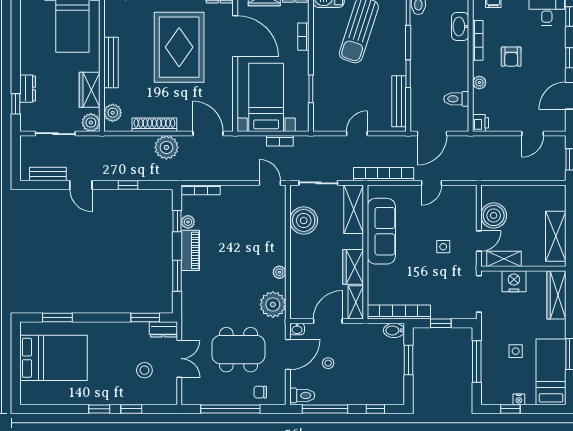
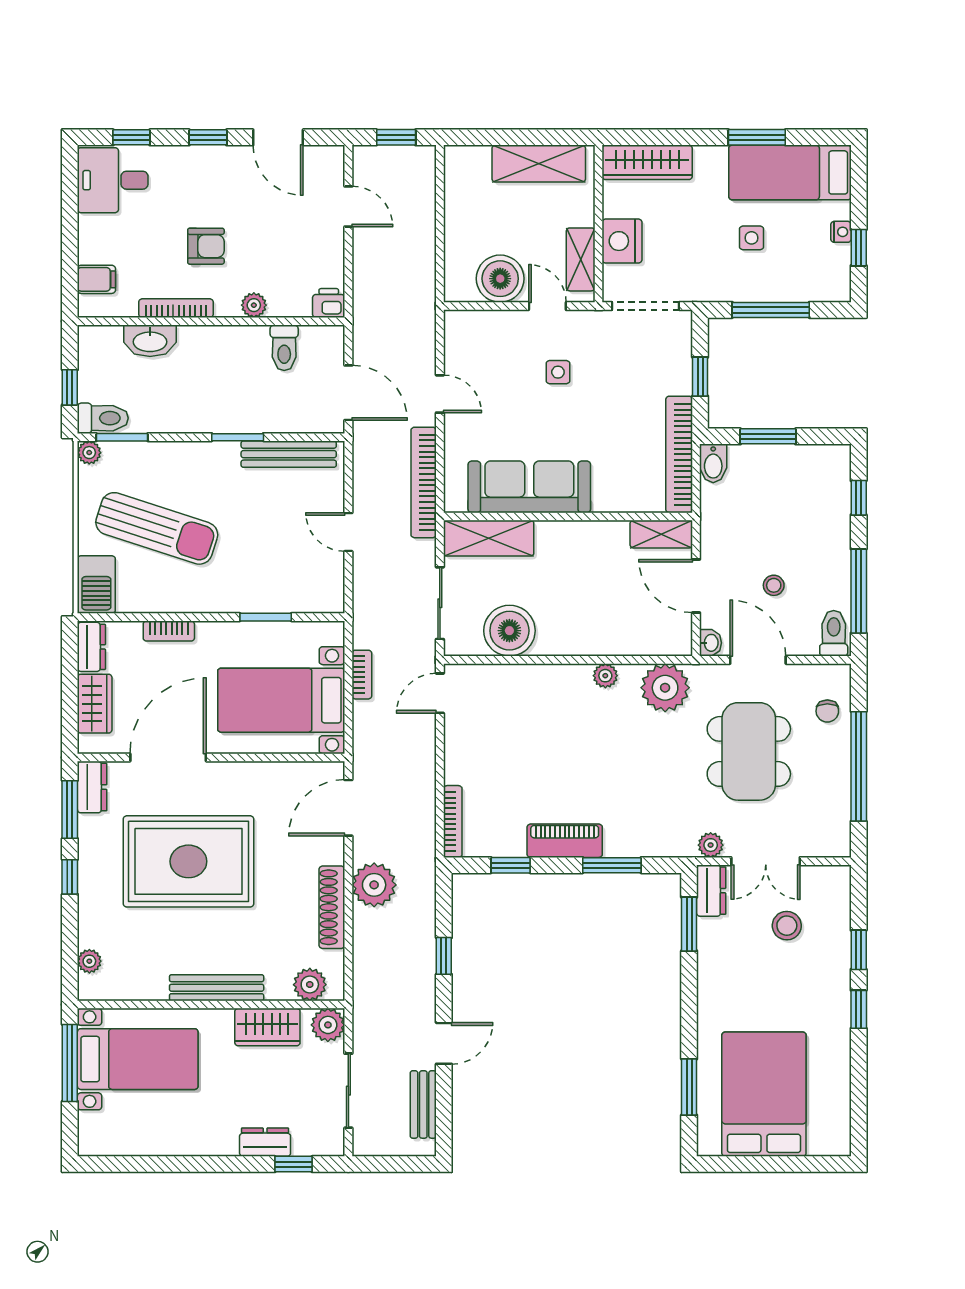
plant: (188, 222) -> (711, 845), moved
wardrobe: (353, 267) -> (595, 539), removed
double door: (179, 359) -> (766, 861), swing flipped

